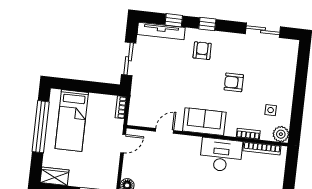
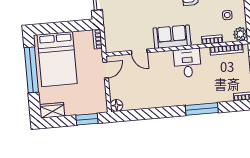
bed: (72, 121) -> (57, 59), width x1.50
door: (165, 131) -> (139, 52), swing flipped
desk: (221, 155) -> (187, 63), width x0.73

